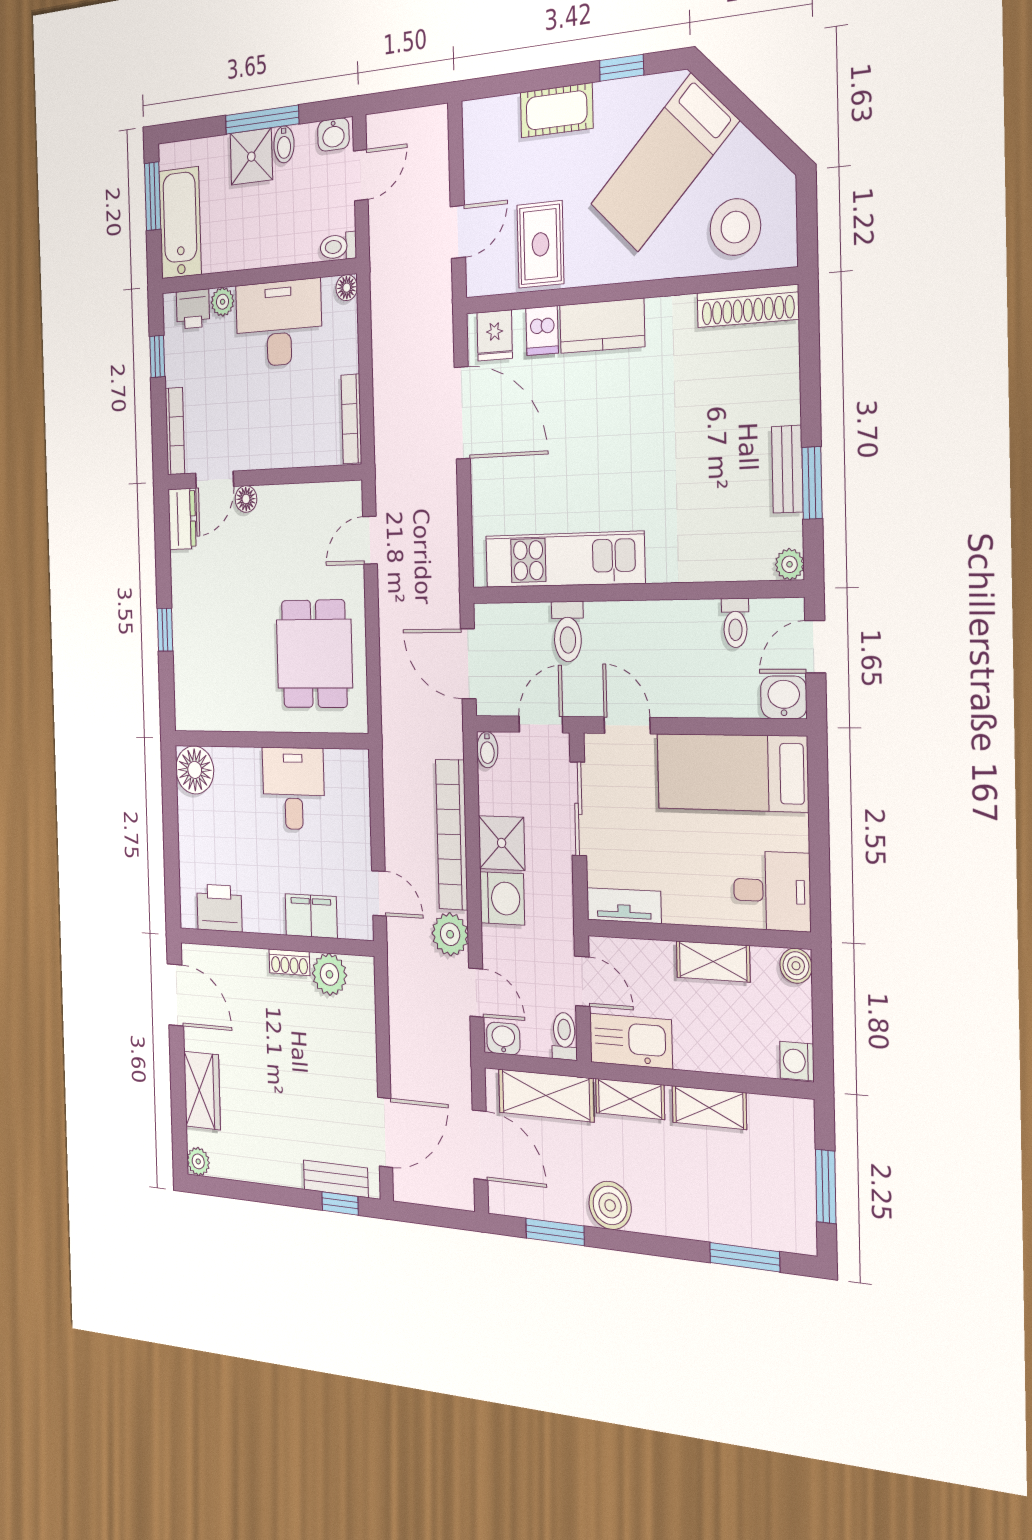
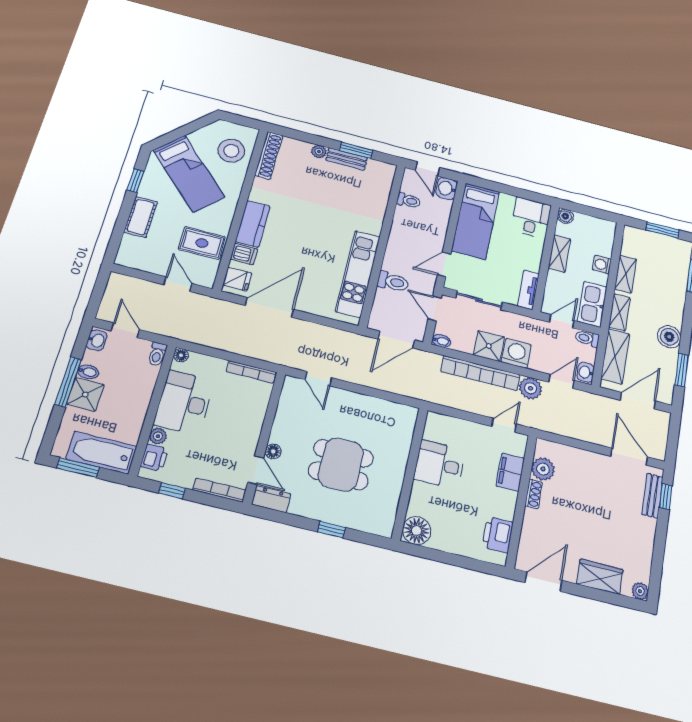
plant: (790, 564) -> (319, 151), moved
dining table: (314, 654) -> (341, 464), moved
washing machine: (797, 1061) -> (602, 265), moved, turned 90

